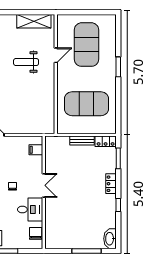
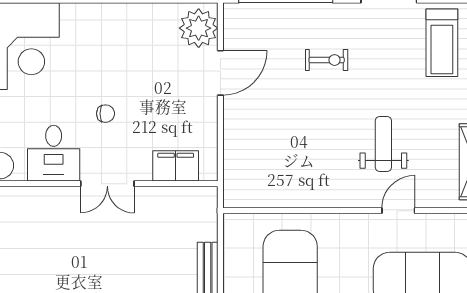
door: (56, 55) -> (398, 211), swing flipped
filing cabinet: (36, 150) -> (176, 166), width x2.00

